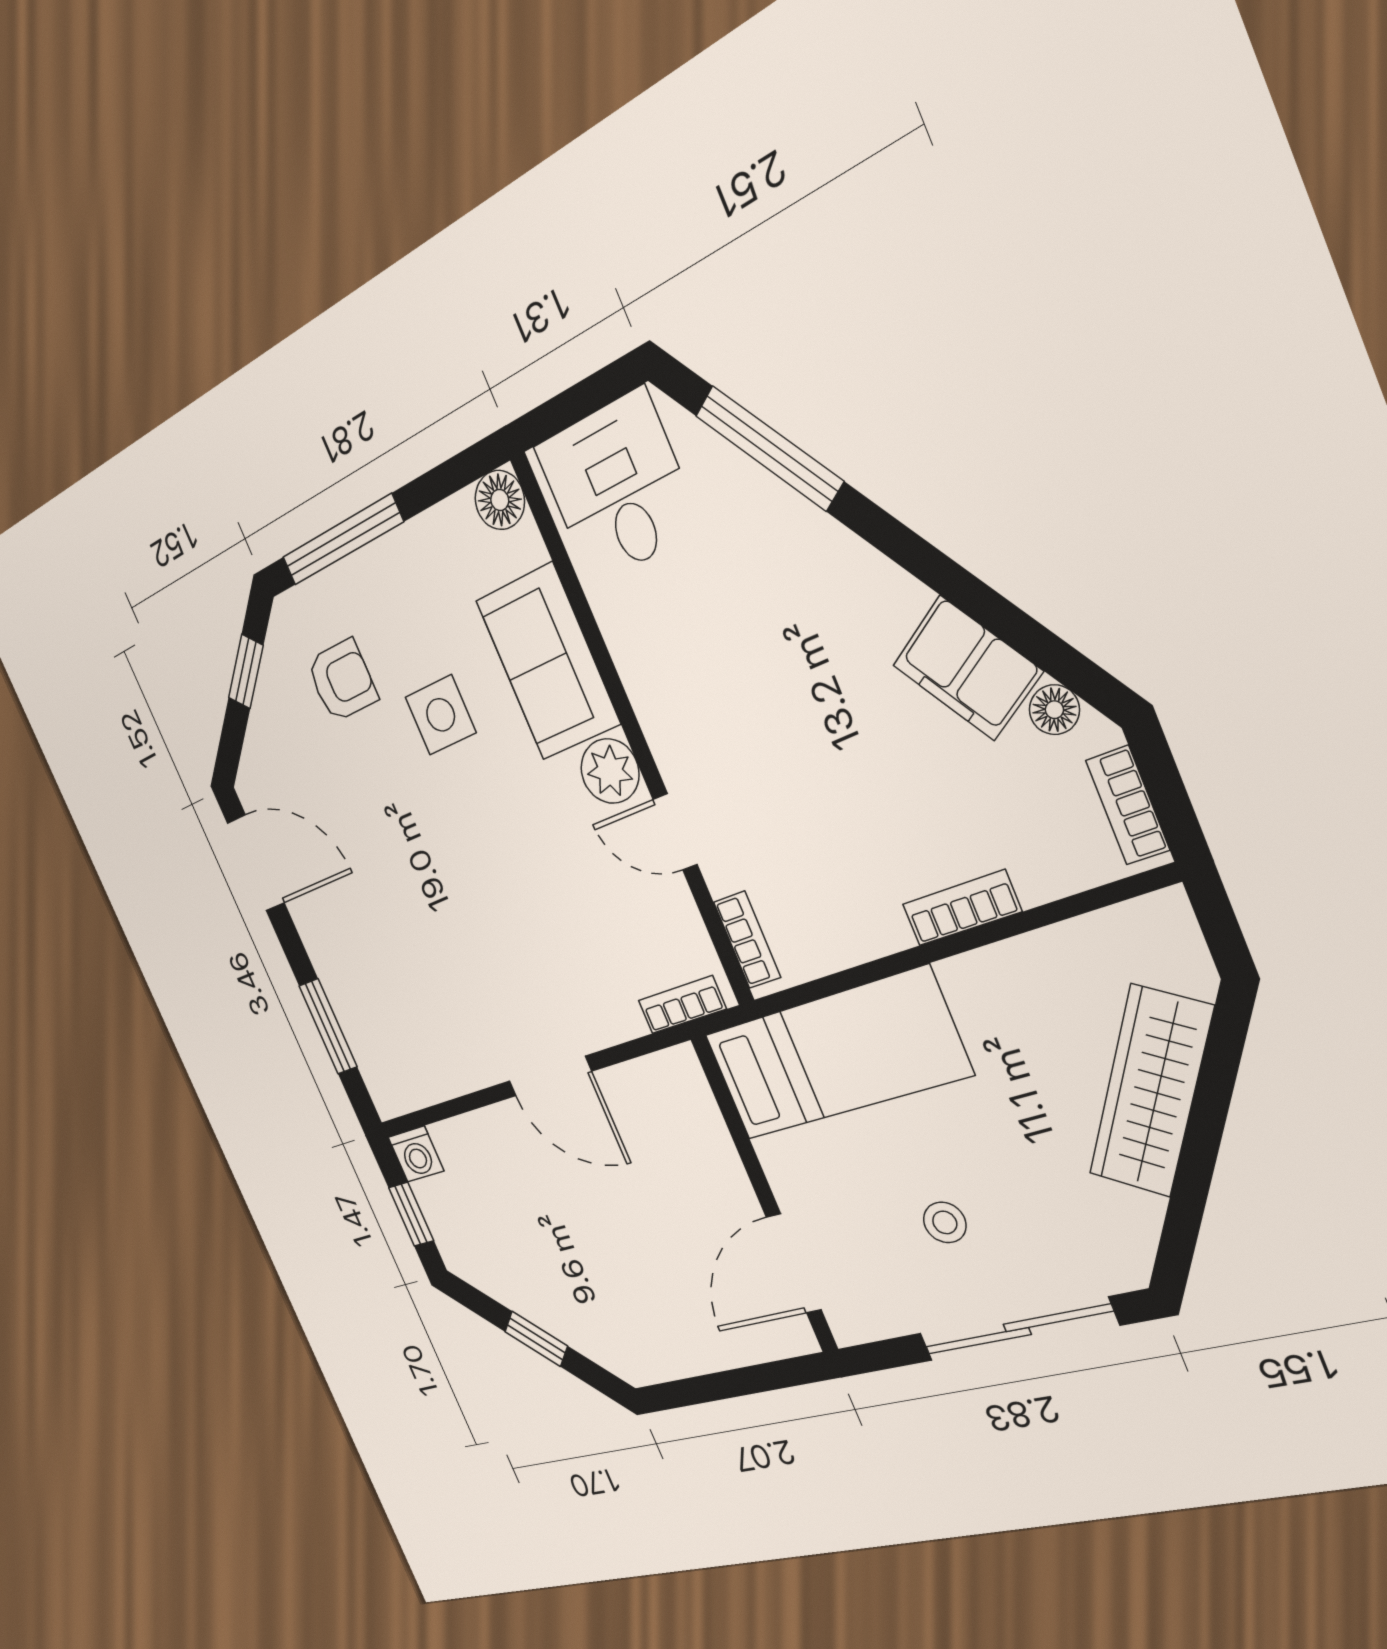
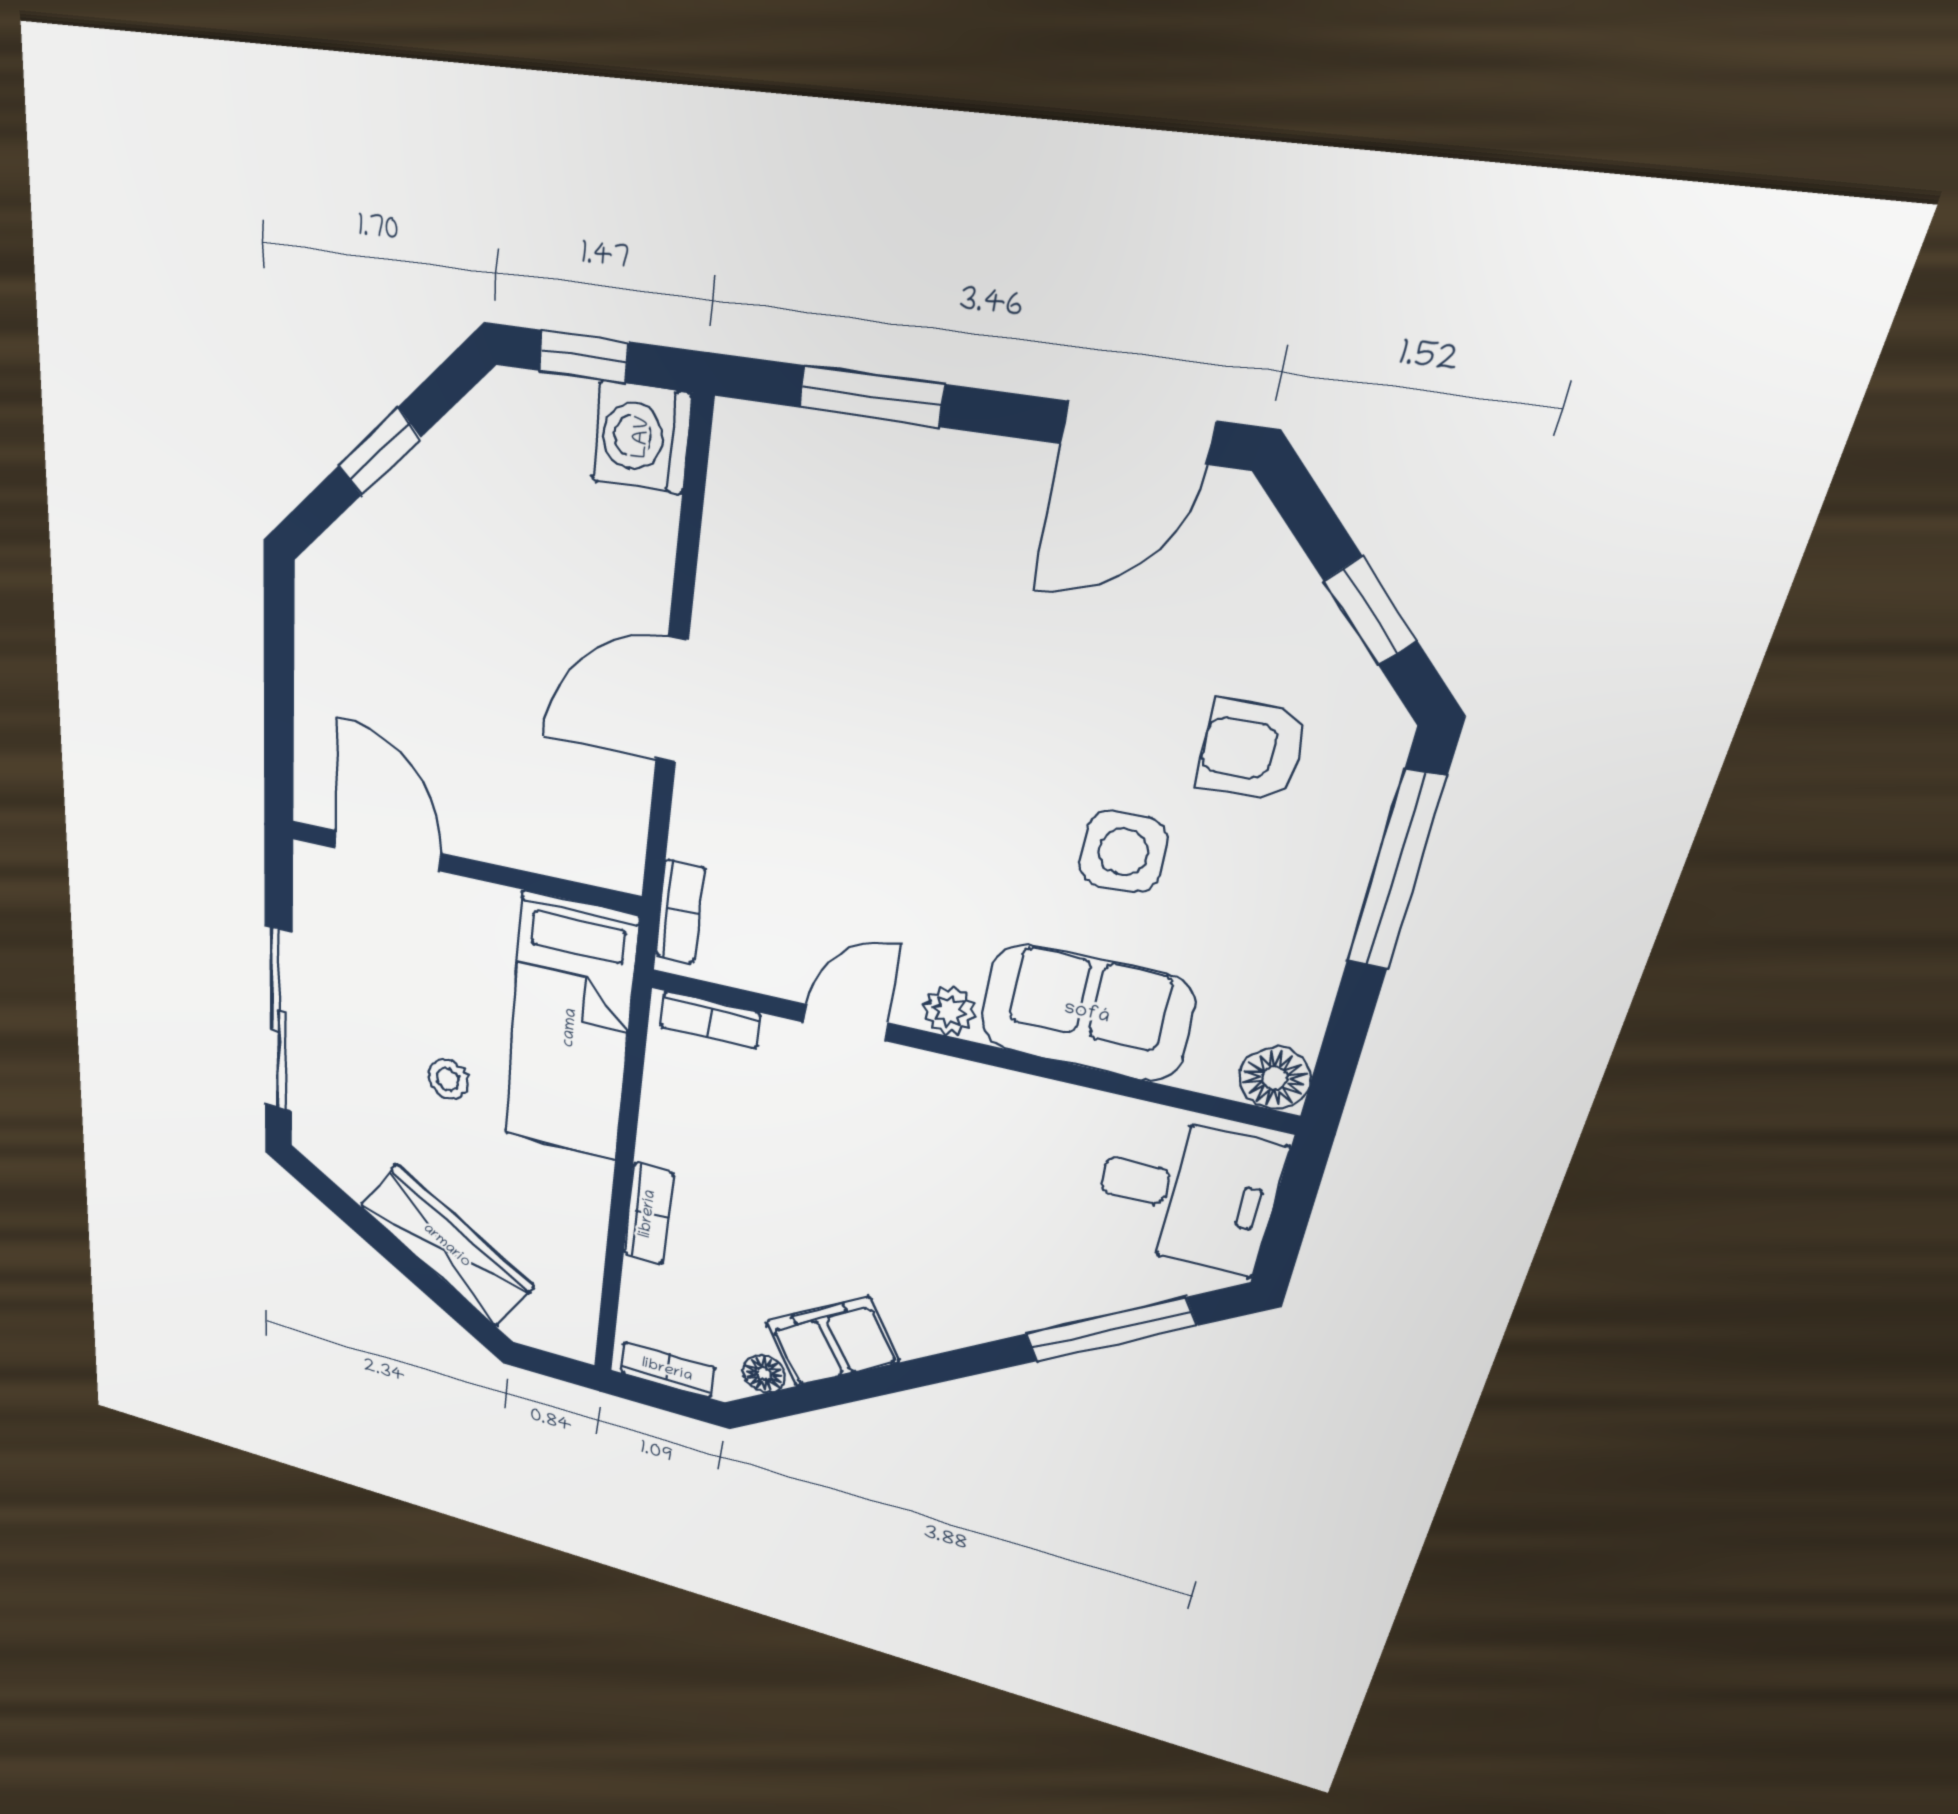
armchair: (342, 681) -> (1252, 750), turned 90
plant: (610, 771) -> (949, 1011), width x0.73, depth x0.73
washing machine: (416, 1154) -> (642, 437), width x1.38, depth x1.38
stool: (945, 1222) -> (448, 1079), moved

